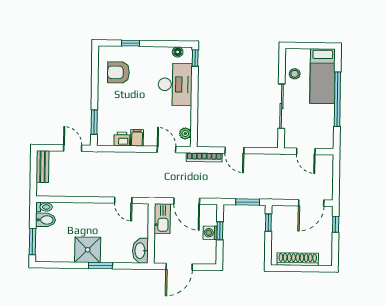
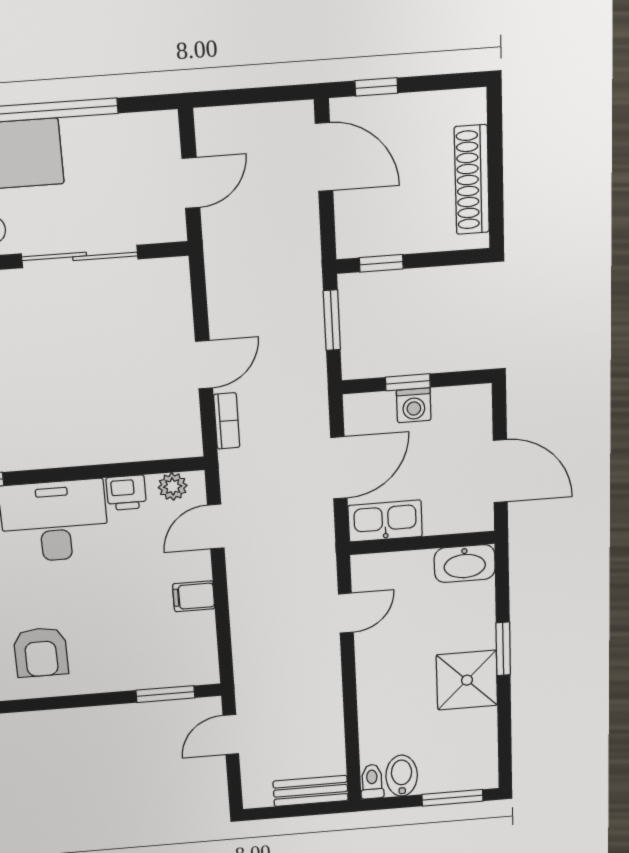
printer: (122, 139) -> (126, 493), moved, turned -90
bookcase: (204, 157) -> (227, 421), width x0.64
bench: (43, 167) -> (311, 791), moved

